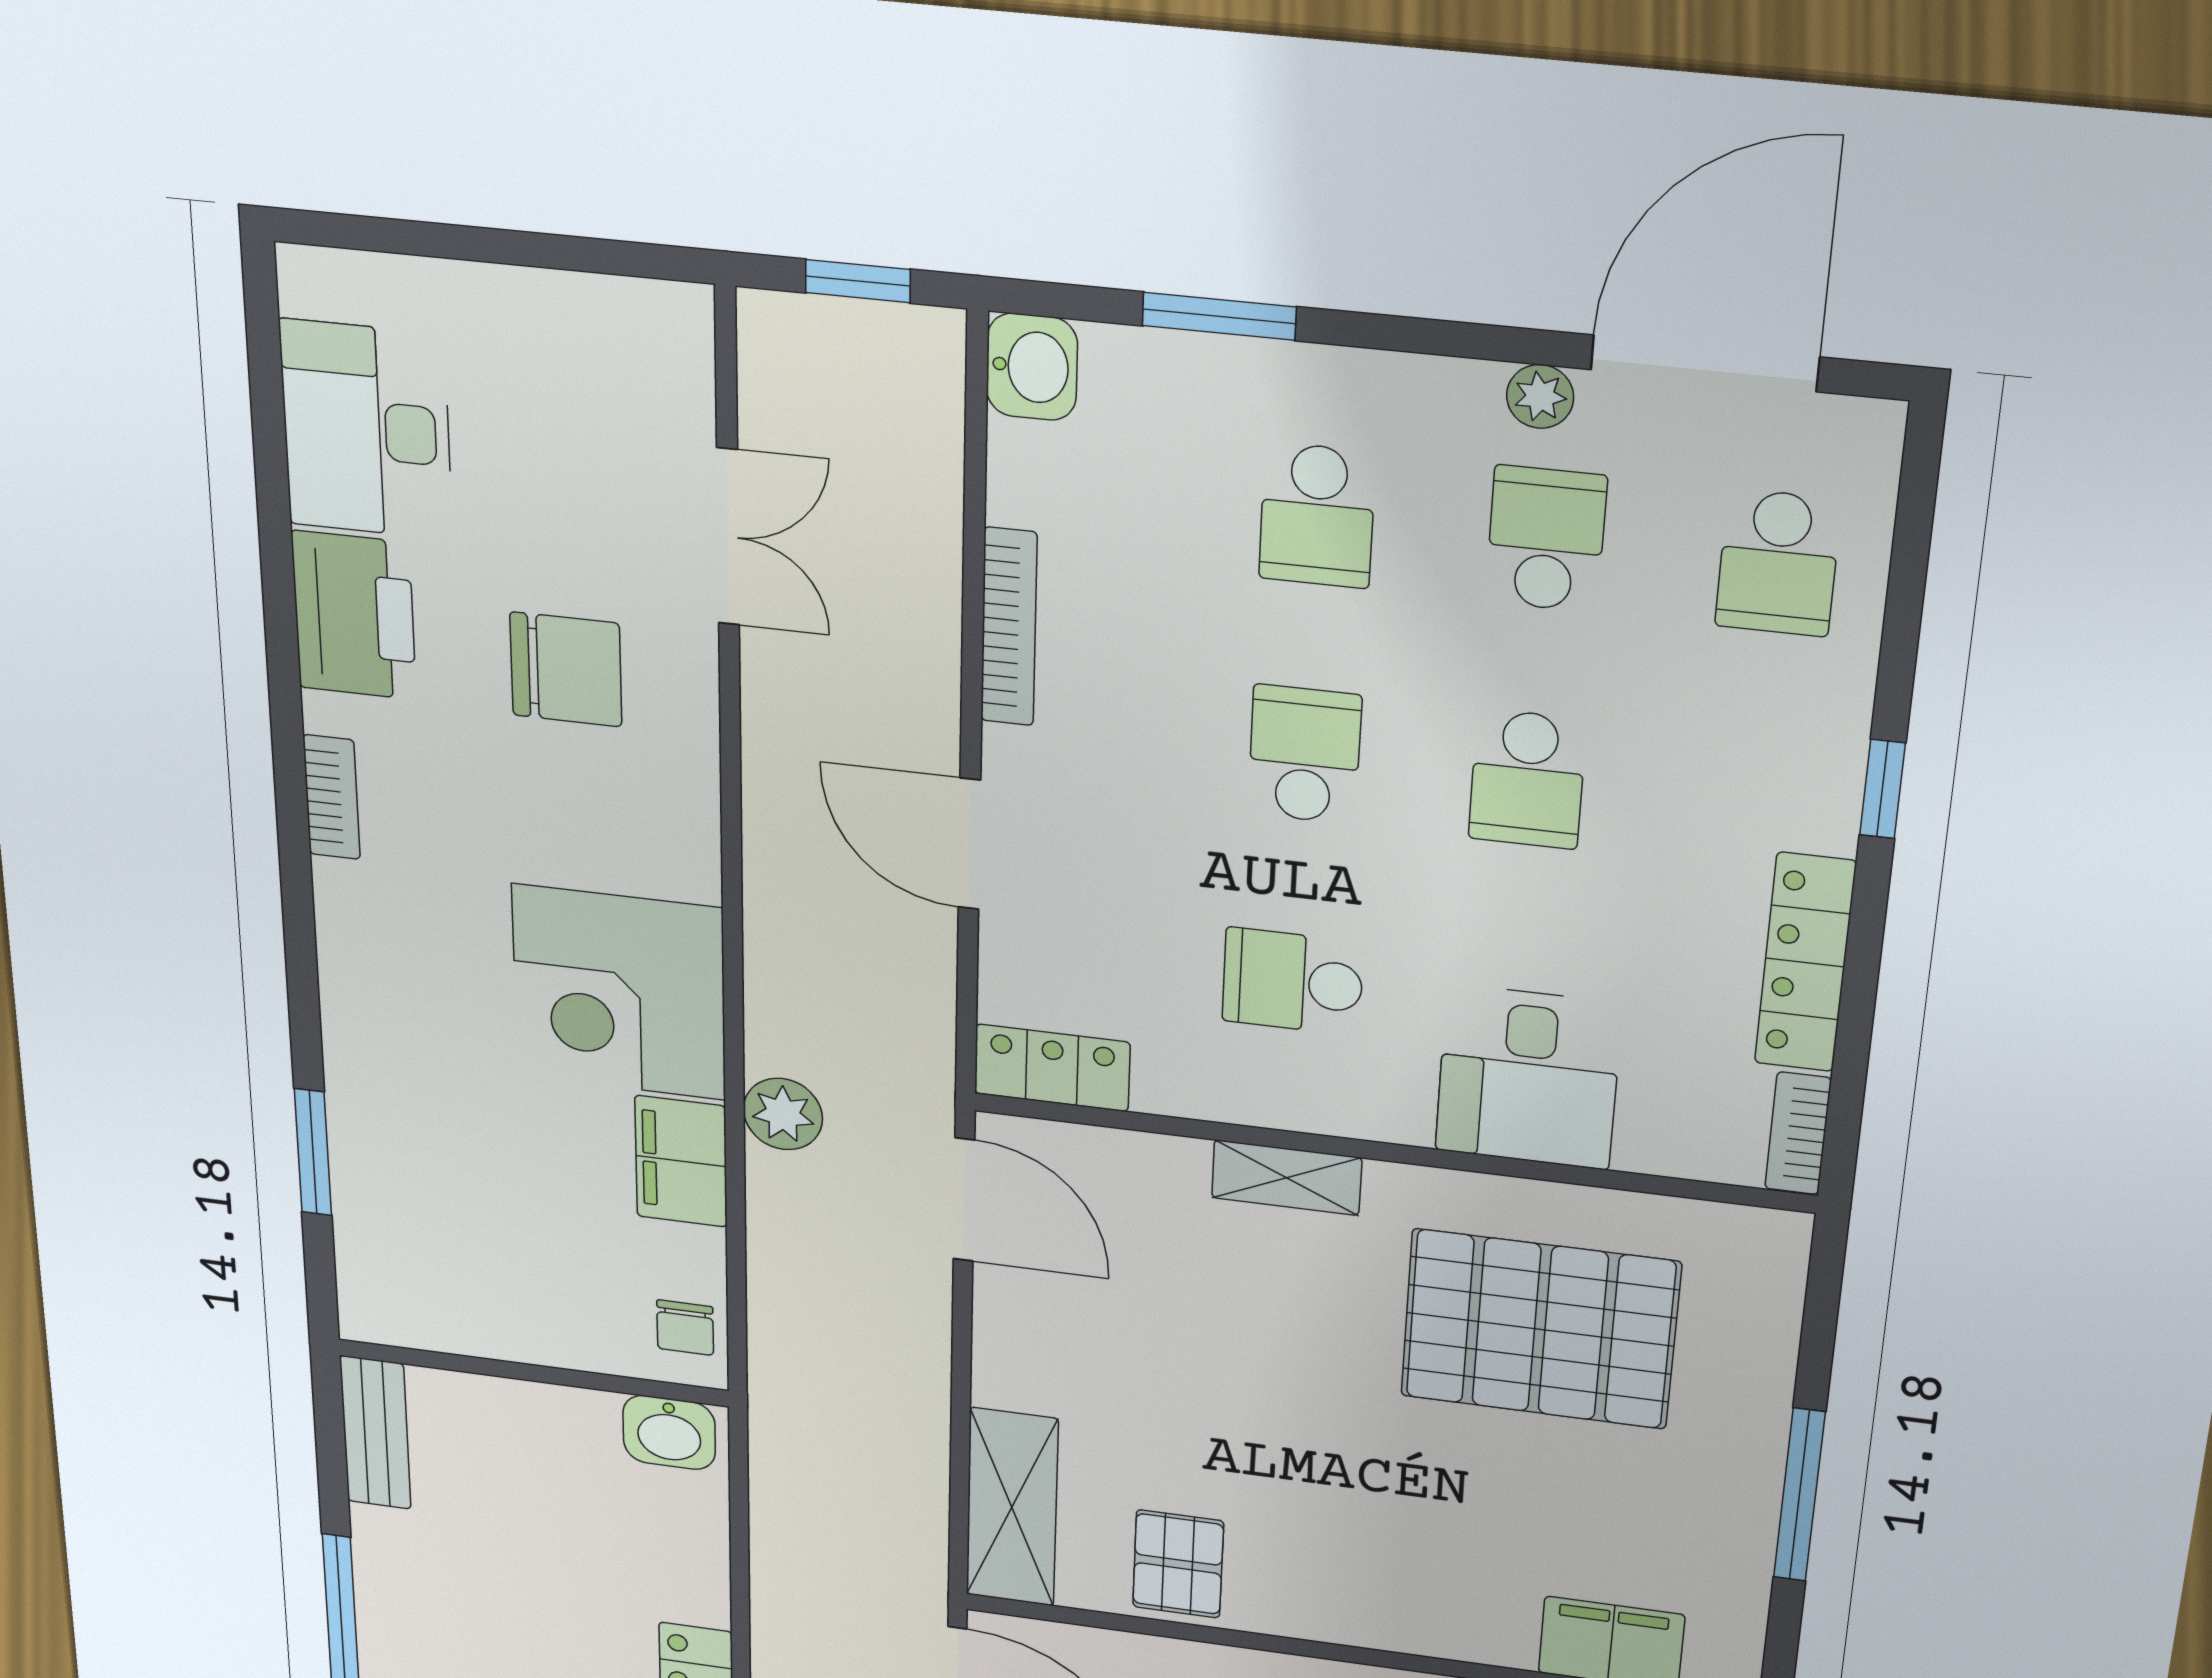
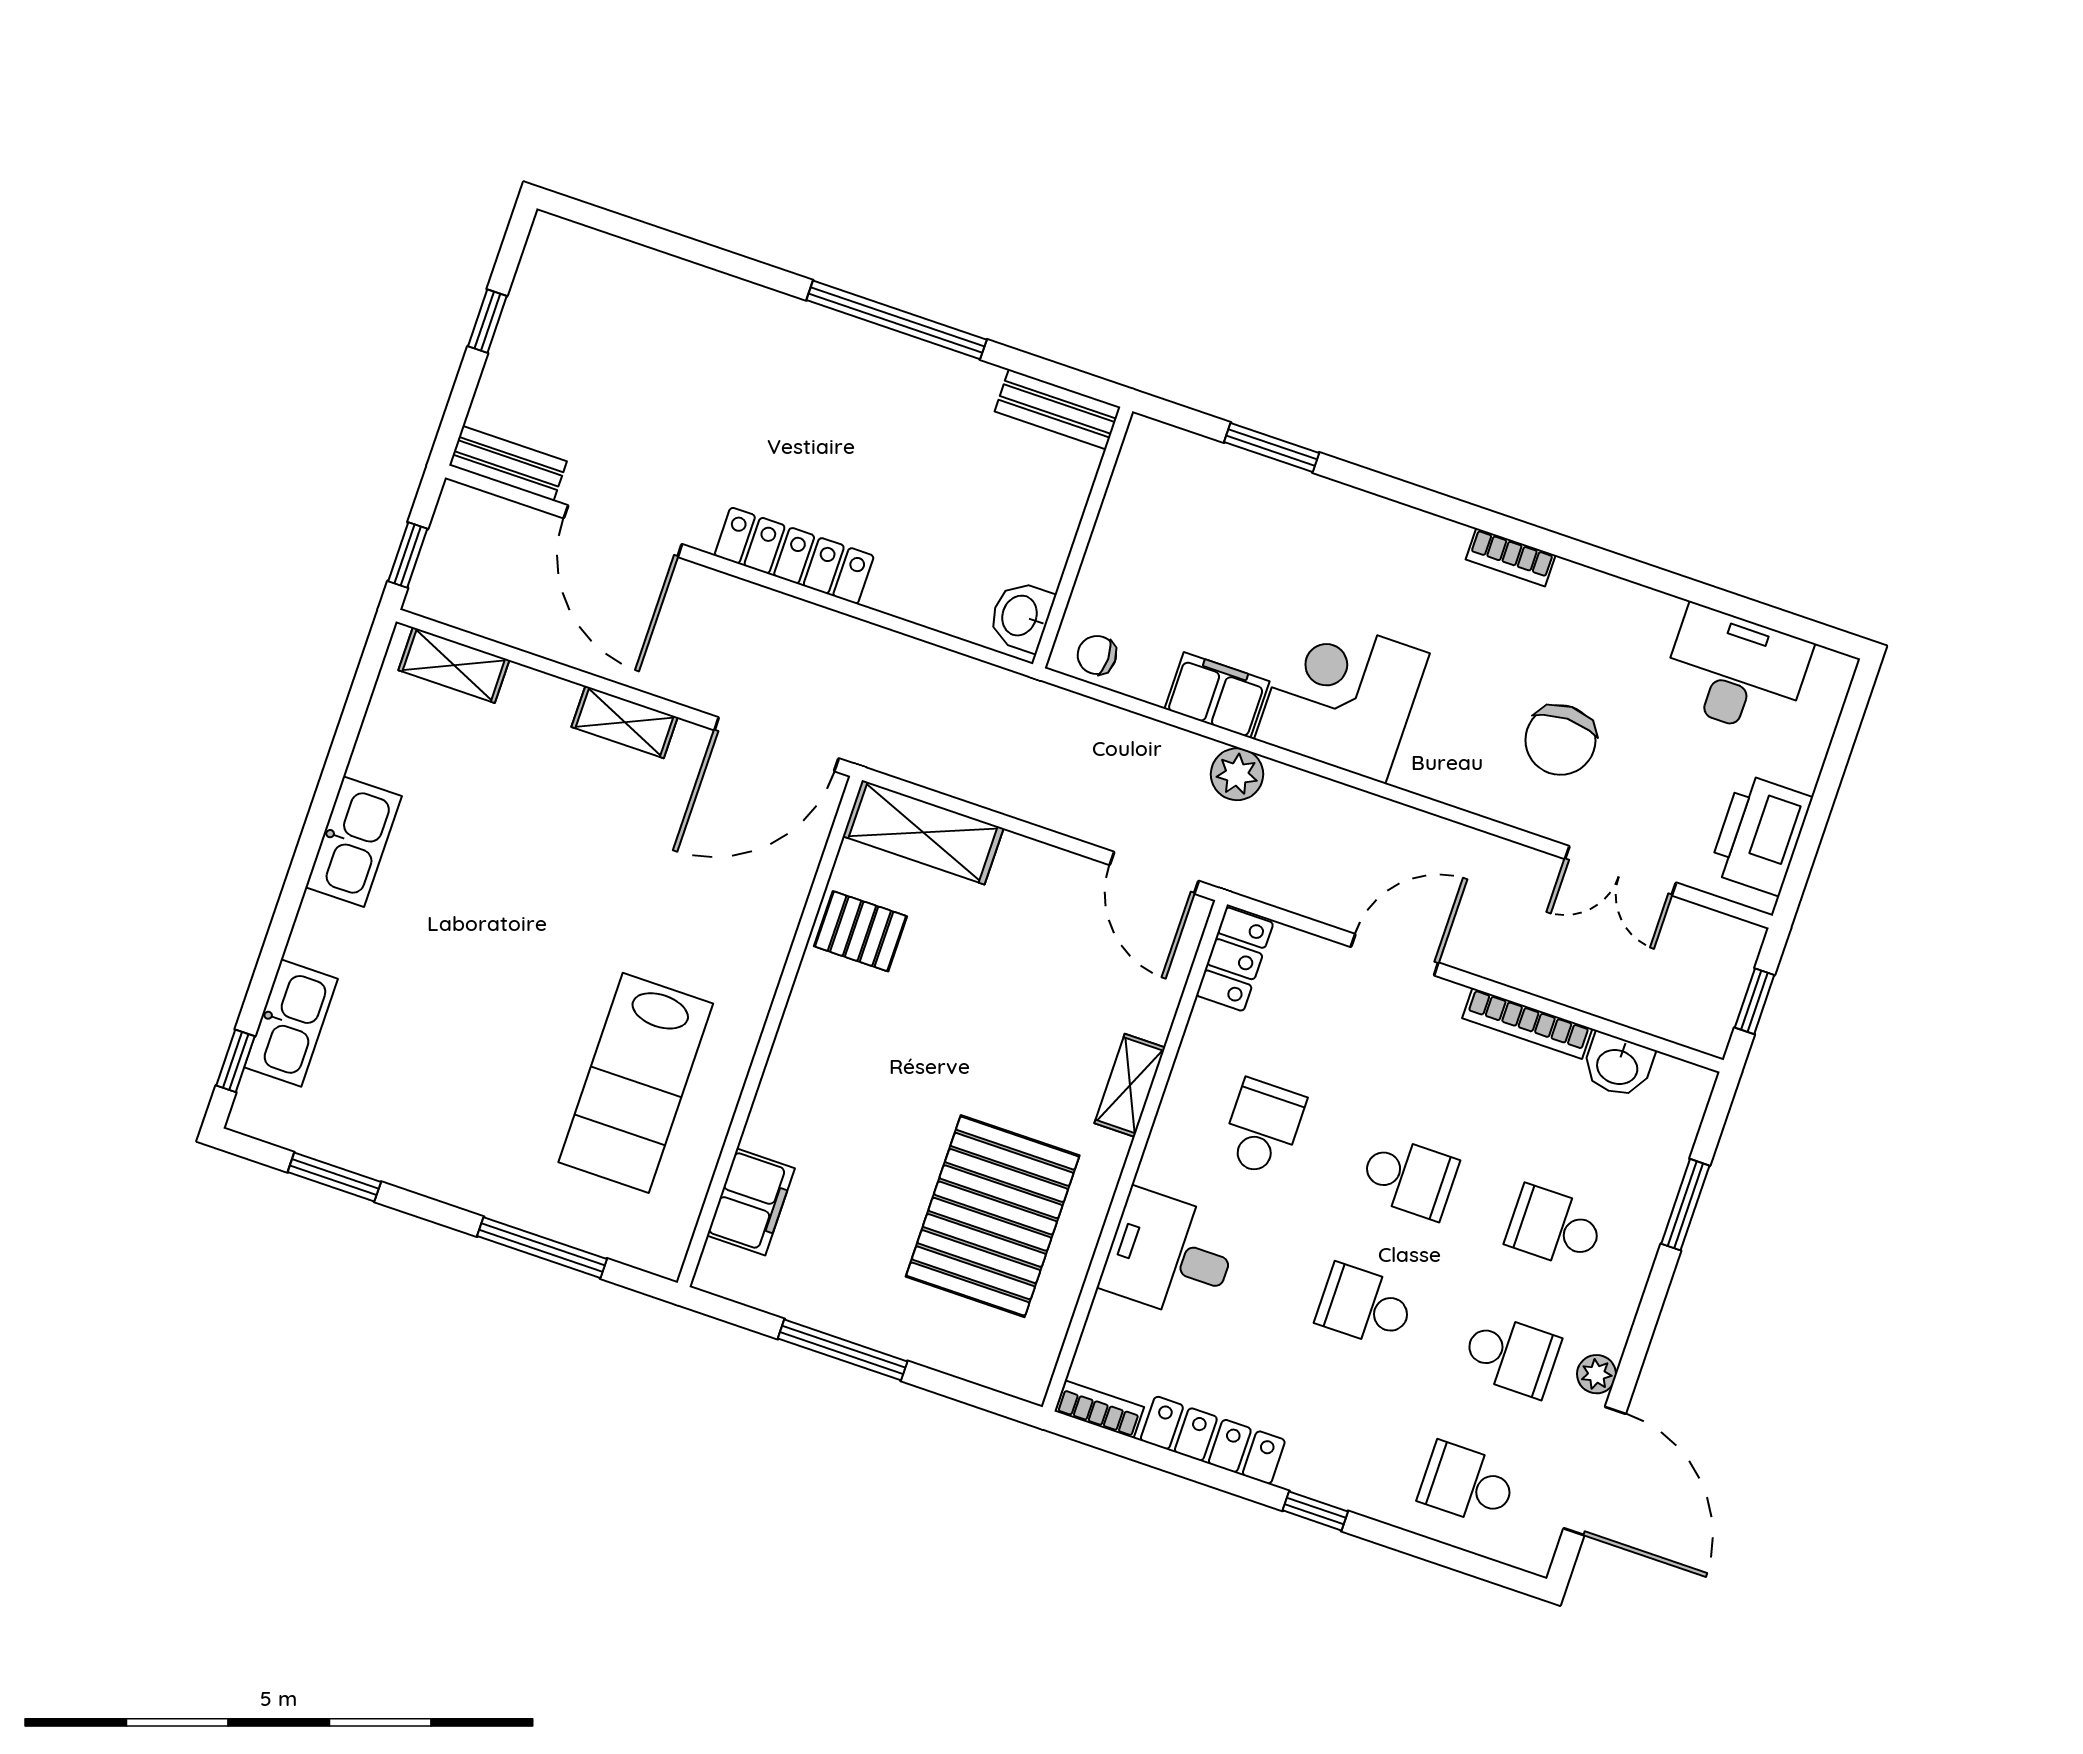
washbasin: (1032, 367) -> (1618, 1066), moved
printer: (354, 615) -> (1760, 835), moved, turned 90
door: (964, 1200) -> (1154, 873), hinge flipped

